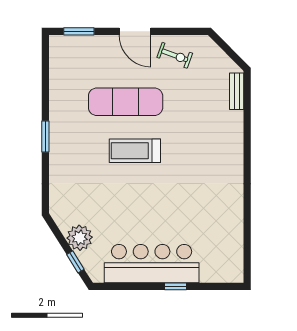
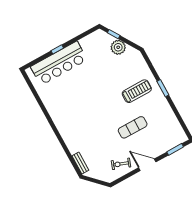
exercise mat: (126, 102) -> (133, 127), width x0.73, depth x0.69
treadmill: (135, 151) -> (137, 91), moved
bar counter: (152, 264) -> (59, 63), moved

